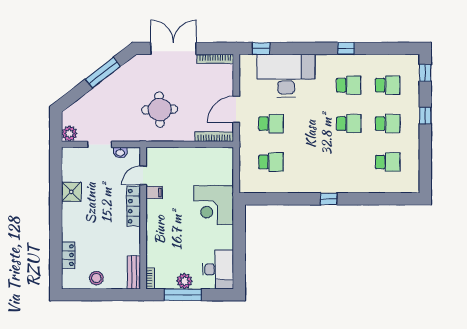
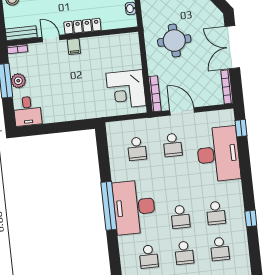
double door: (173, 48) -> (232, 47), swing flipped
window: (346, 48) -> (251, 218), moved
desk: (333, 172) -> (134, 207), added
door: (143, 175) -> (51, 39), moved
filing cabinet: (154, 192) -> (74, 46), moved
window: (329, 199) -> (109, 206), width x3.17
corner desk: (214, 205) -> (126, 89), moved, turned -90
desk: (218, 269) -> (27, 111), width x0.73

